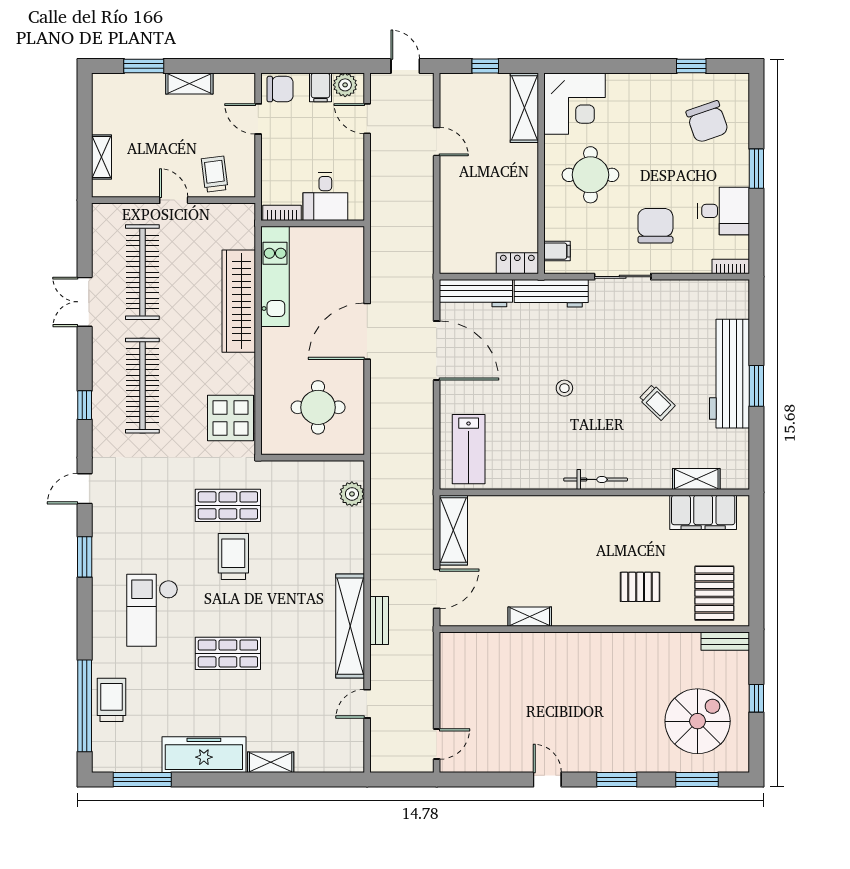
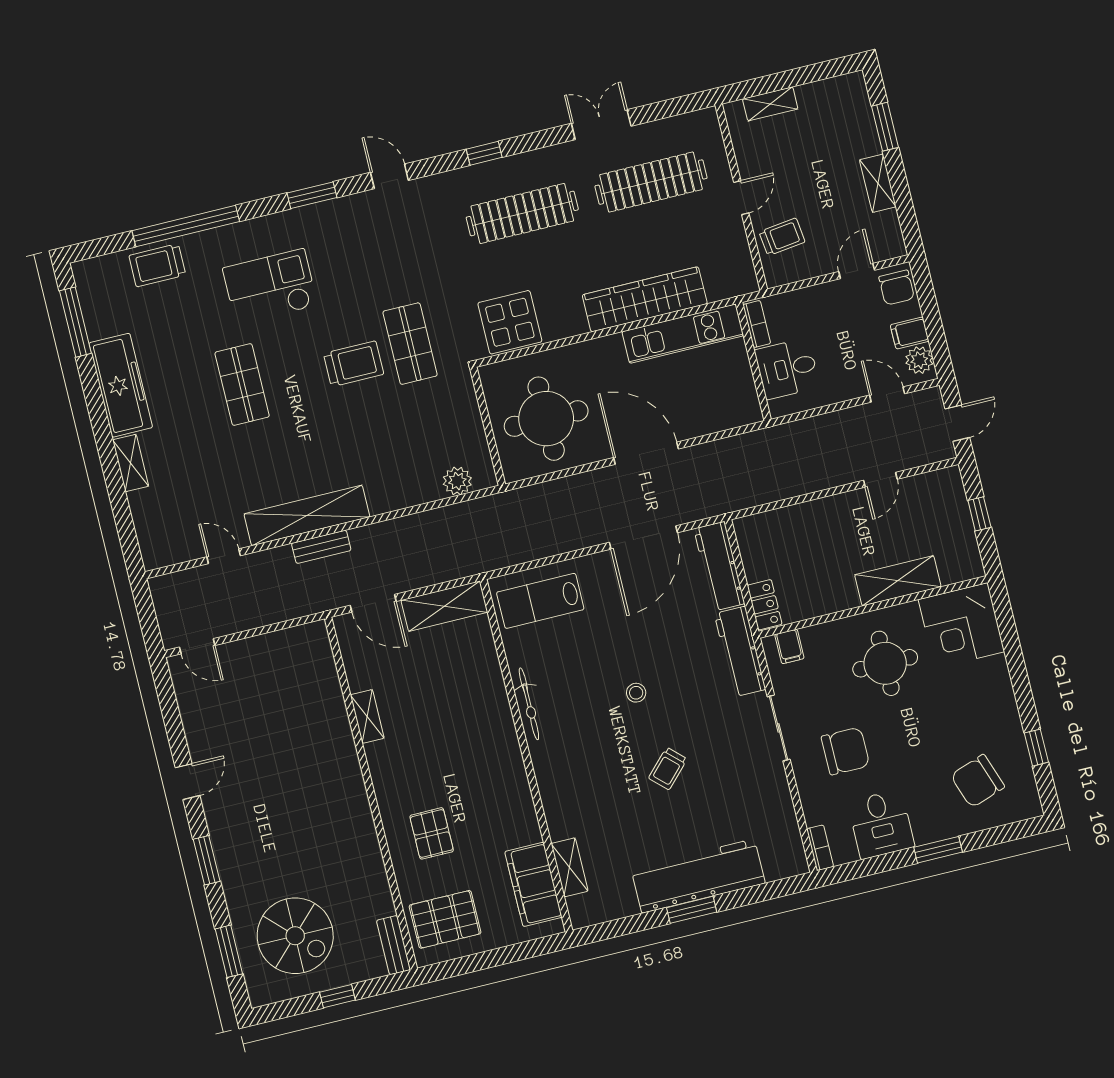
shelving: (524, 108) -> (898, 581), moved
door: (367, 119) -> (887, 394), hinge flipped
trolley: (657, 402) -> (668, 769), moved
round table: (318, 407) -> (546, 419), width x1.36, depth x1.36
bicycle: (596, 480) -> (529, 704), moved
trolley: (112, 700) -> (157, 265), turned 180
window: (85, 706) -> (186, 226), moved

